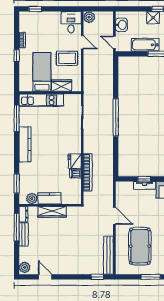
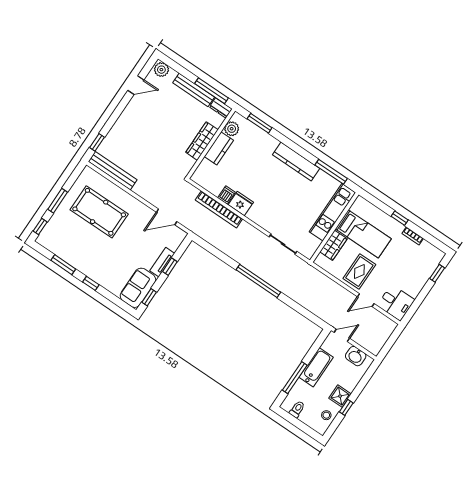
plant: (89, 17) -> (388, 326), removed
door: (114, 216) -> (167, 217), moved
bench: (24, 234) -> (194, 90), width x1.36

